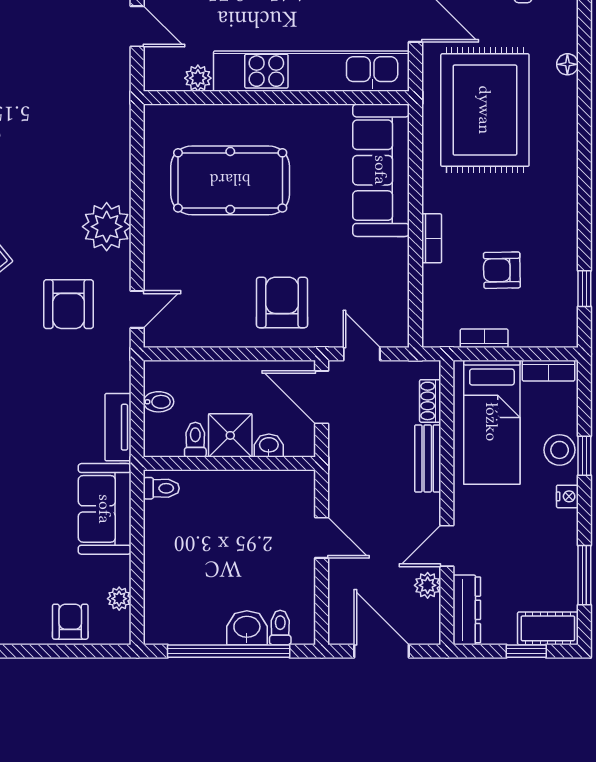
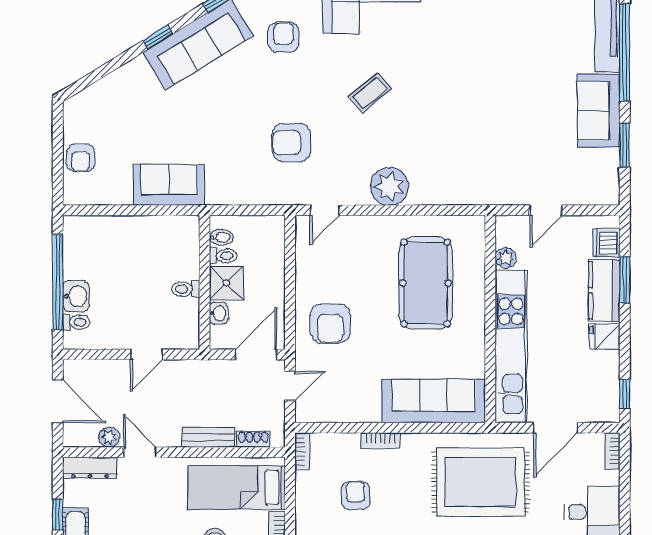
armchair: (282, 302) -> (330, 324), turned 90
armchair: (69, 304) -> (291, 143), moved
door: (137, 309) -> (325, 210), hinge flipped
bookcase: (484, 338) -> (302, 451), moved
bidet: (159, 402) -> (221, 237), moved, turned -90
tv unit: (118, 427) -> (233, 195), removed
toilet: (161, 488) -> (186, 289), moved, turned 90
plant: (119, 599) -> (99, 196), removed
armchair: (70, 622) -> (81, 158), turned 90
door: (382, 651) -> (58, 401), hinge flipped

